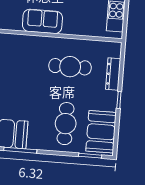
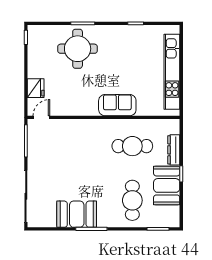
sofa: (42, 21) -> (117, 105), moved
booth: (101, 132) -> (167, 185), moved

